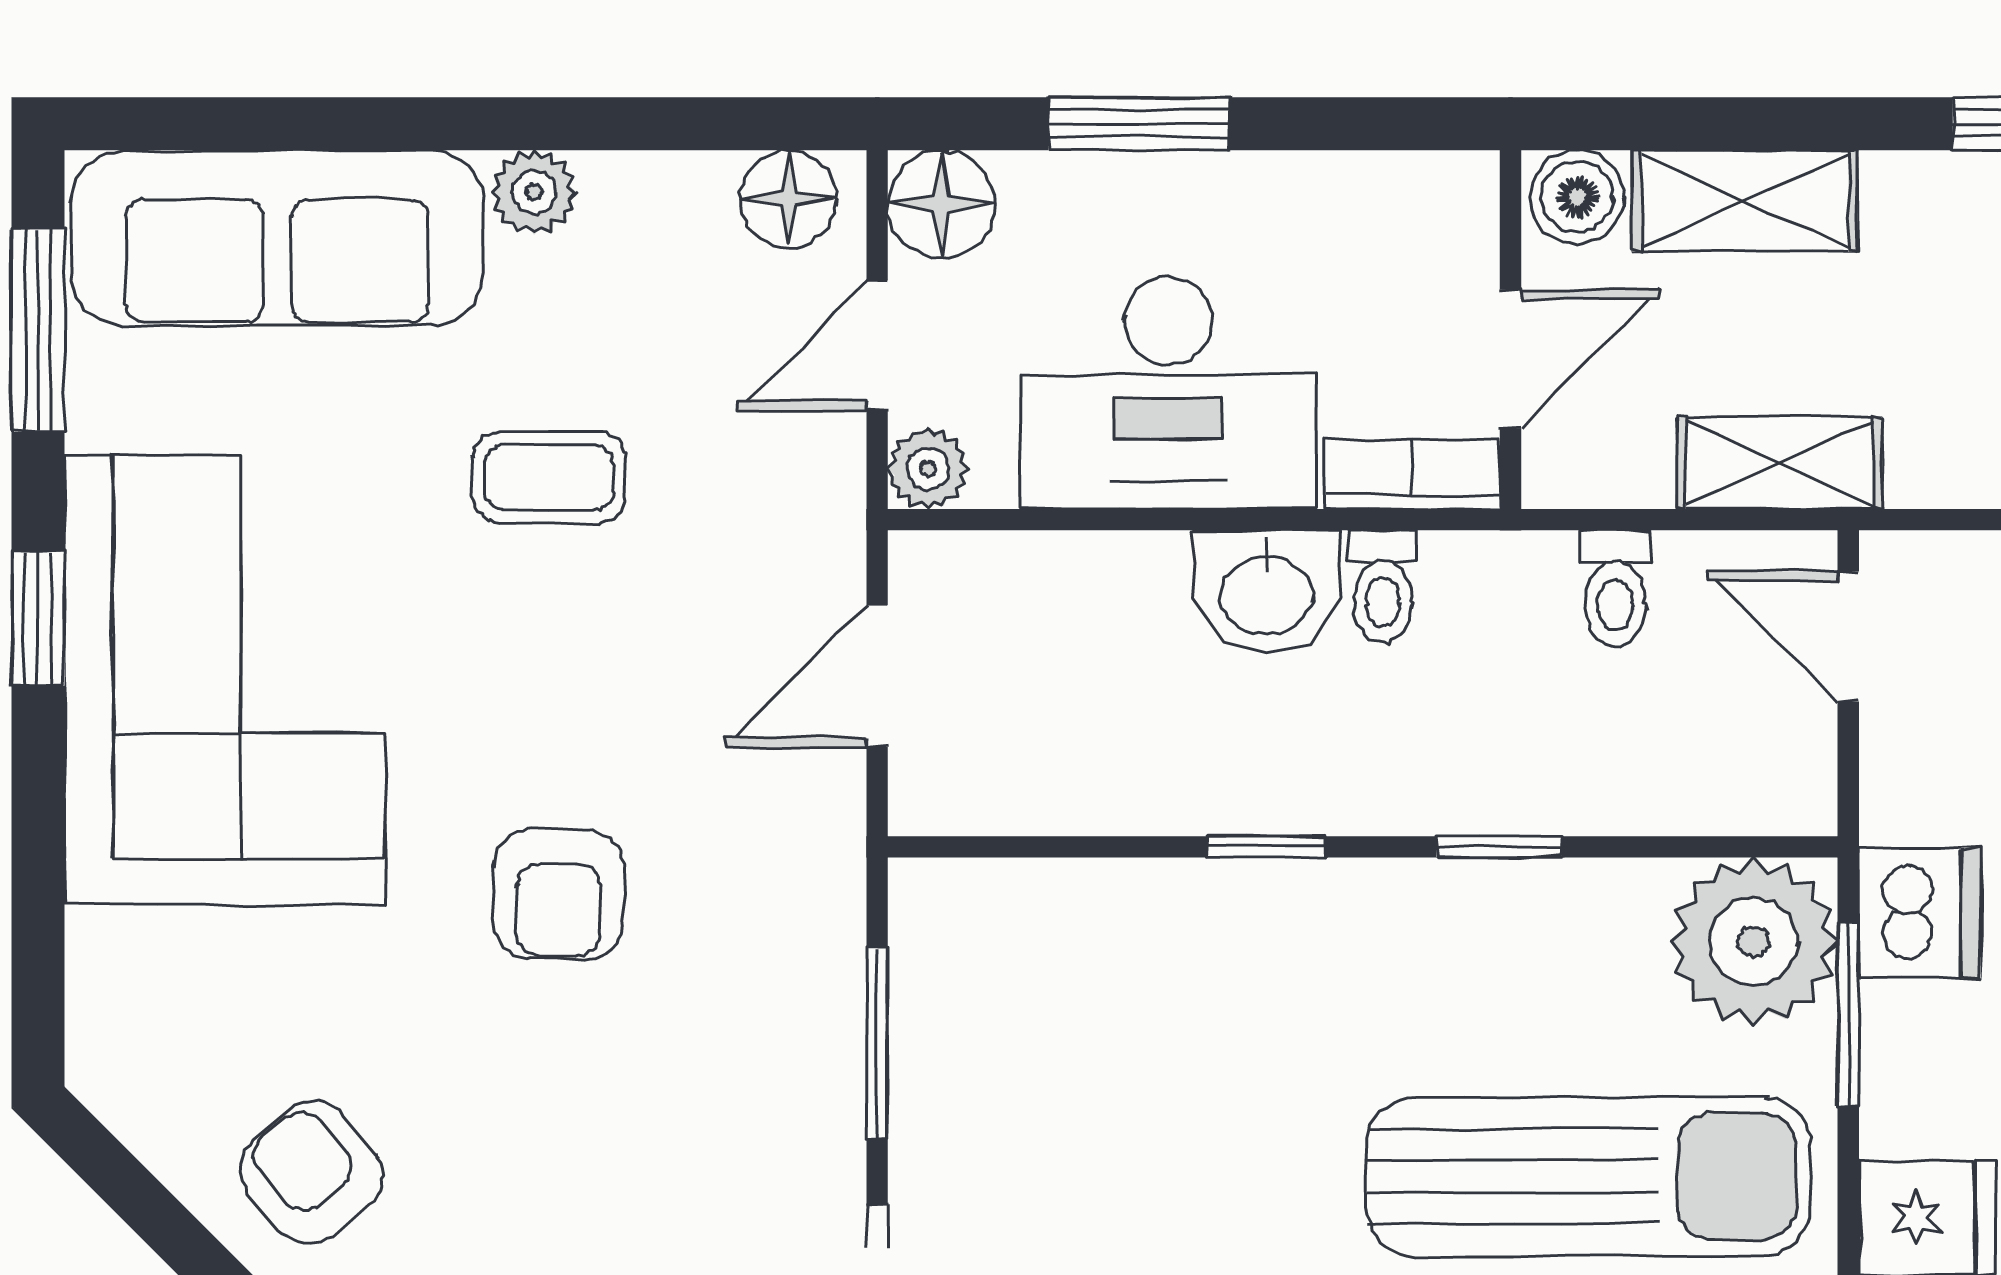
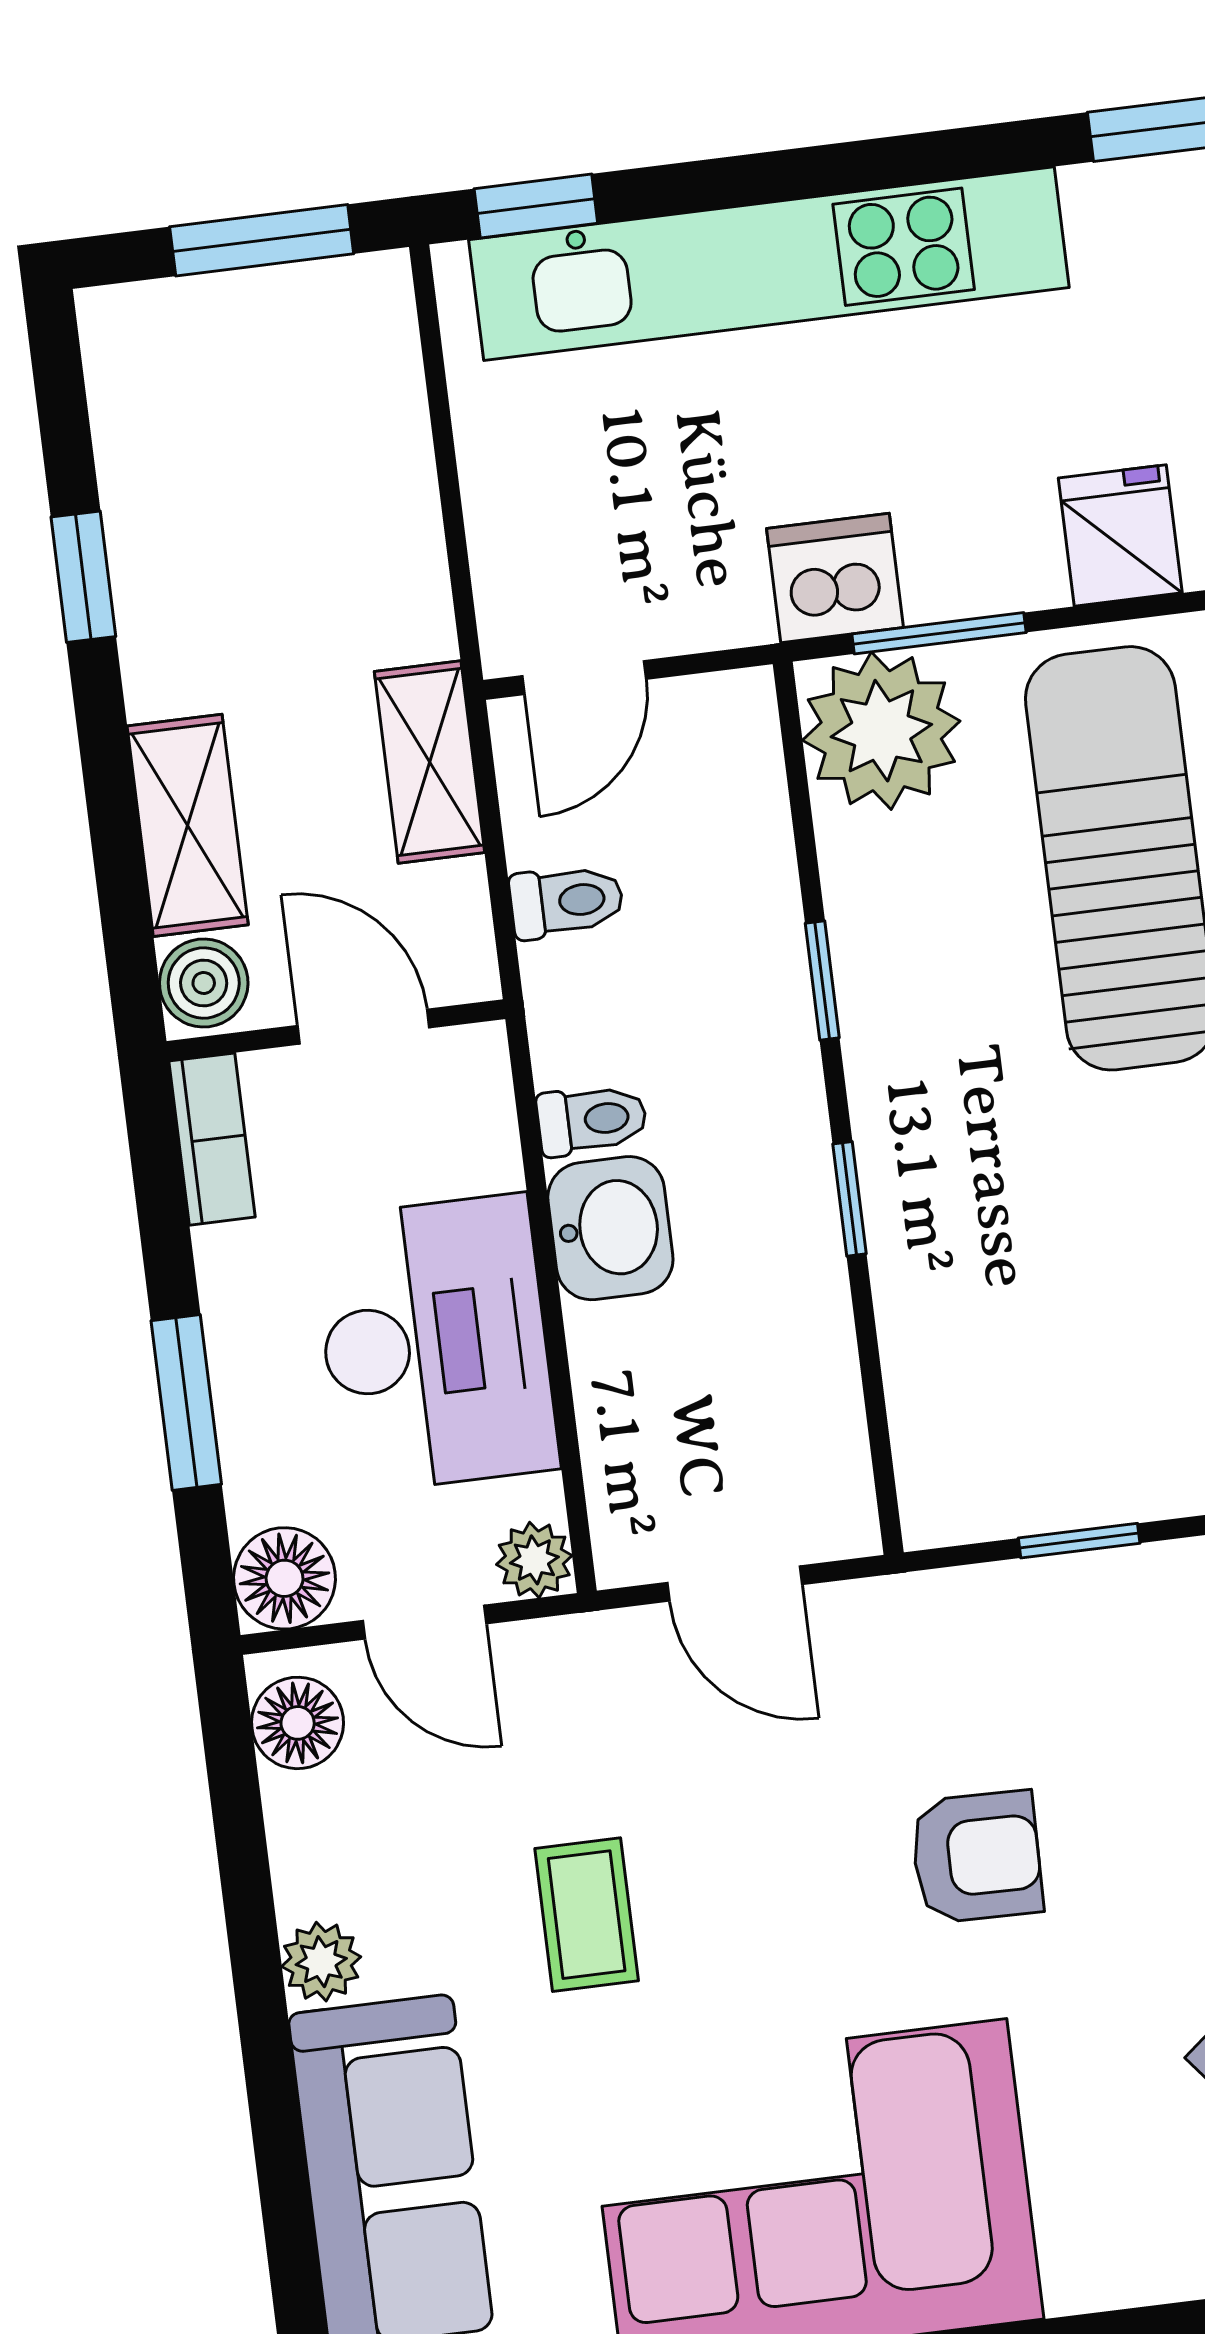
bookcase: (1412, 474) -> (212, 1139), moved, turned 180
window: (877, 1043) -> (1079, 1541), width x0.67

